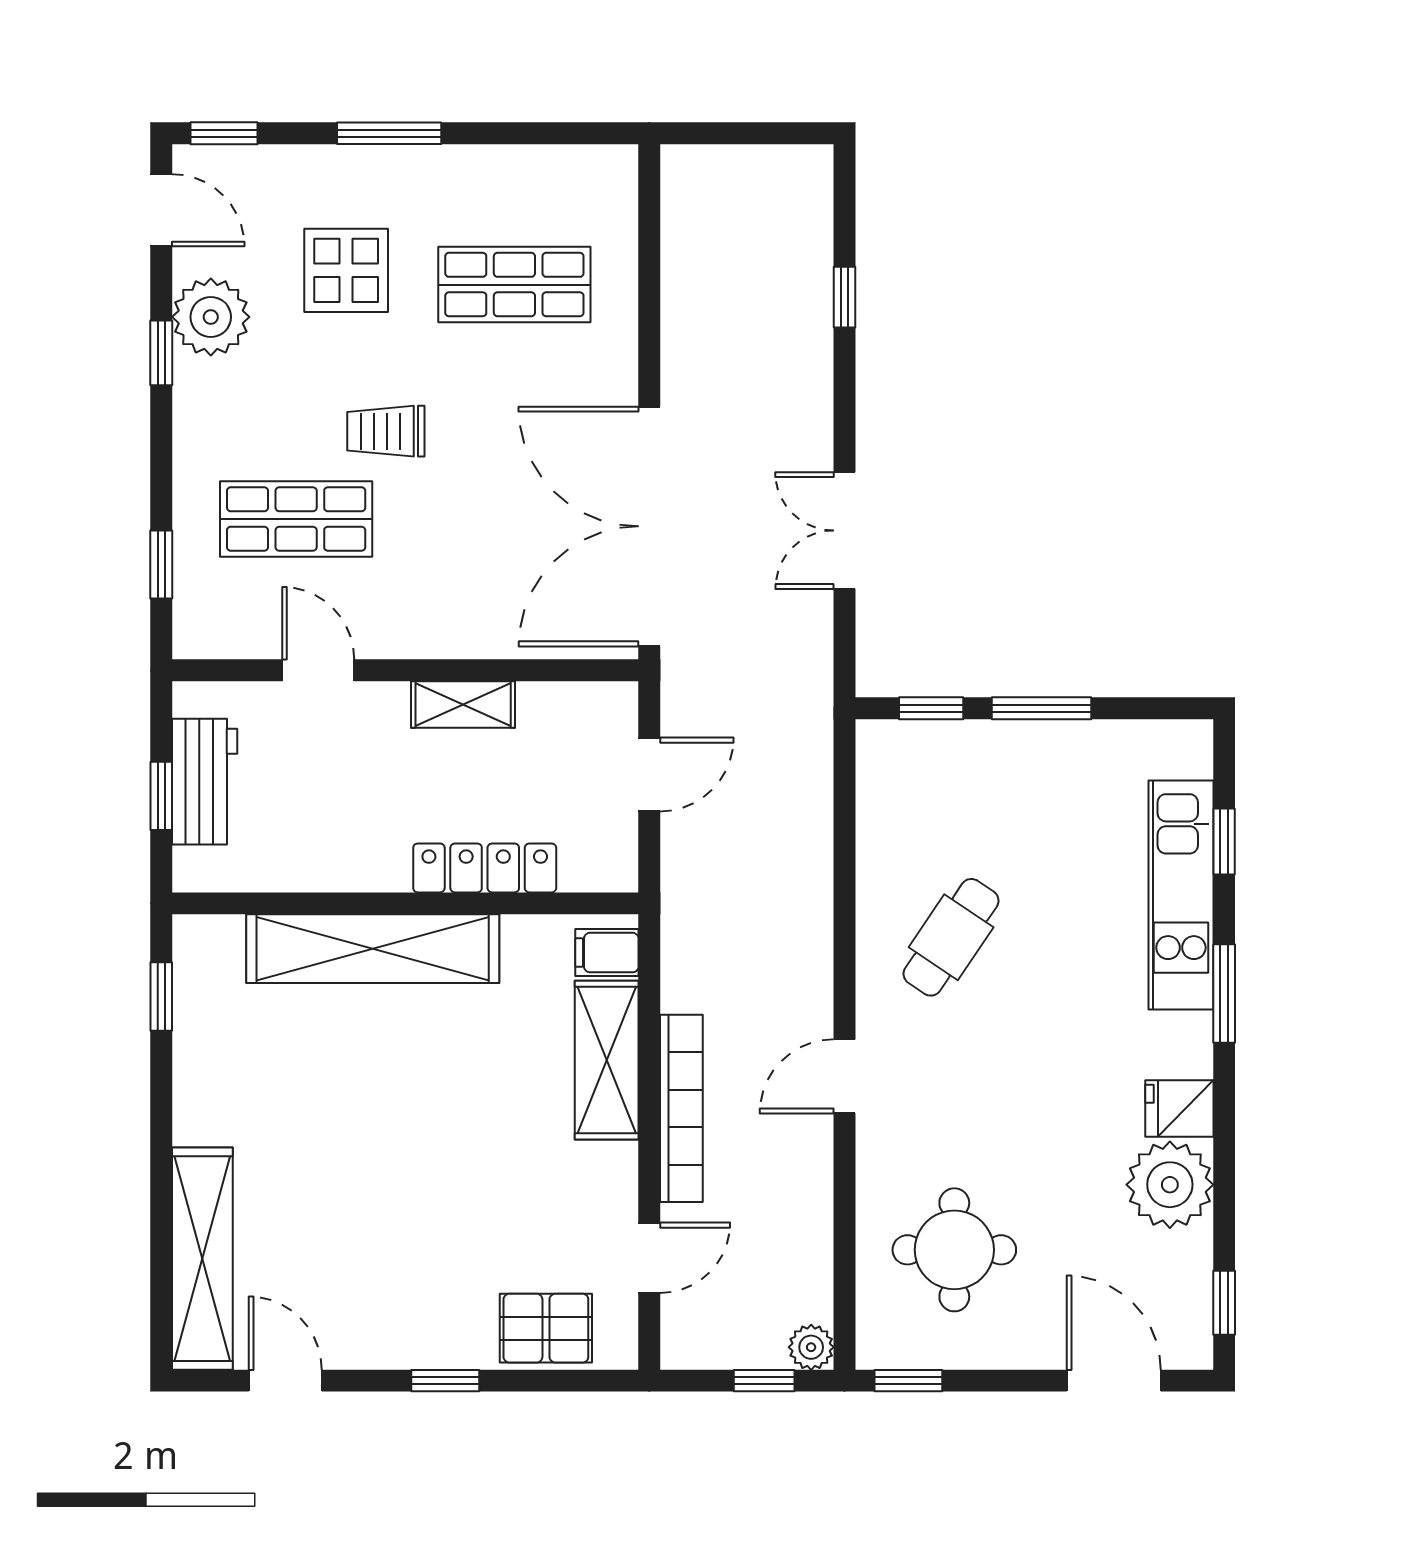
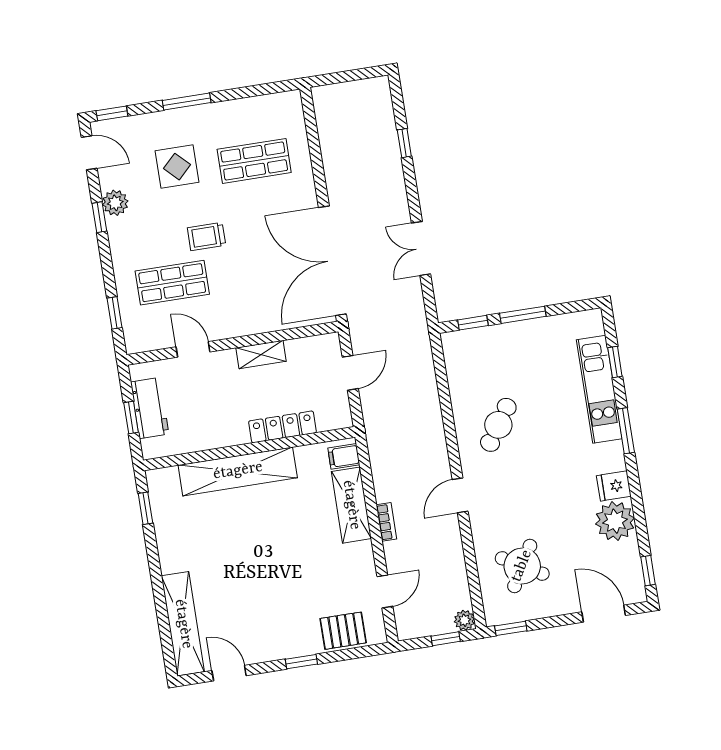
plant: (211, 317) -> (115, 203), width x0.73, depth x0.73
bookcase: (681, 1108) -> (386, 522), width x0.43, depth x0.76
round table: (954, 1250) -> (522, 566), turned 30

